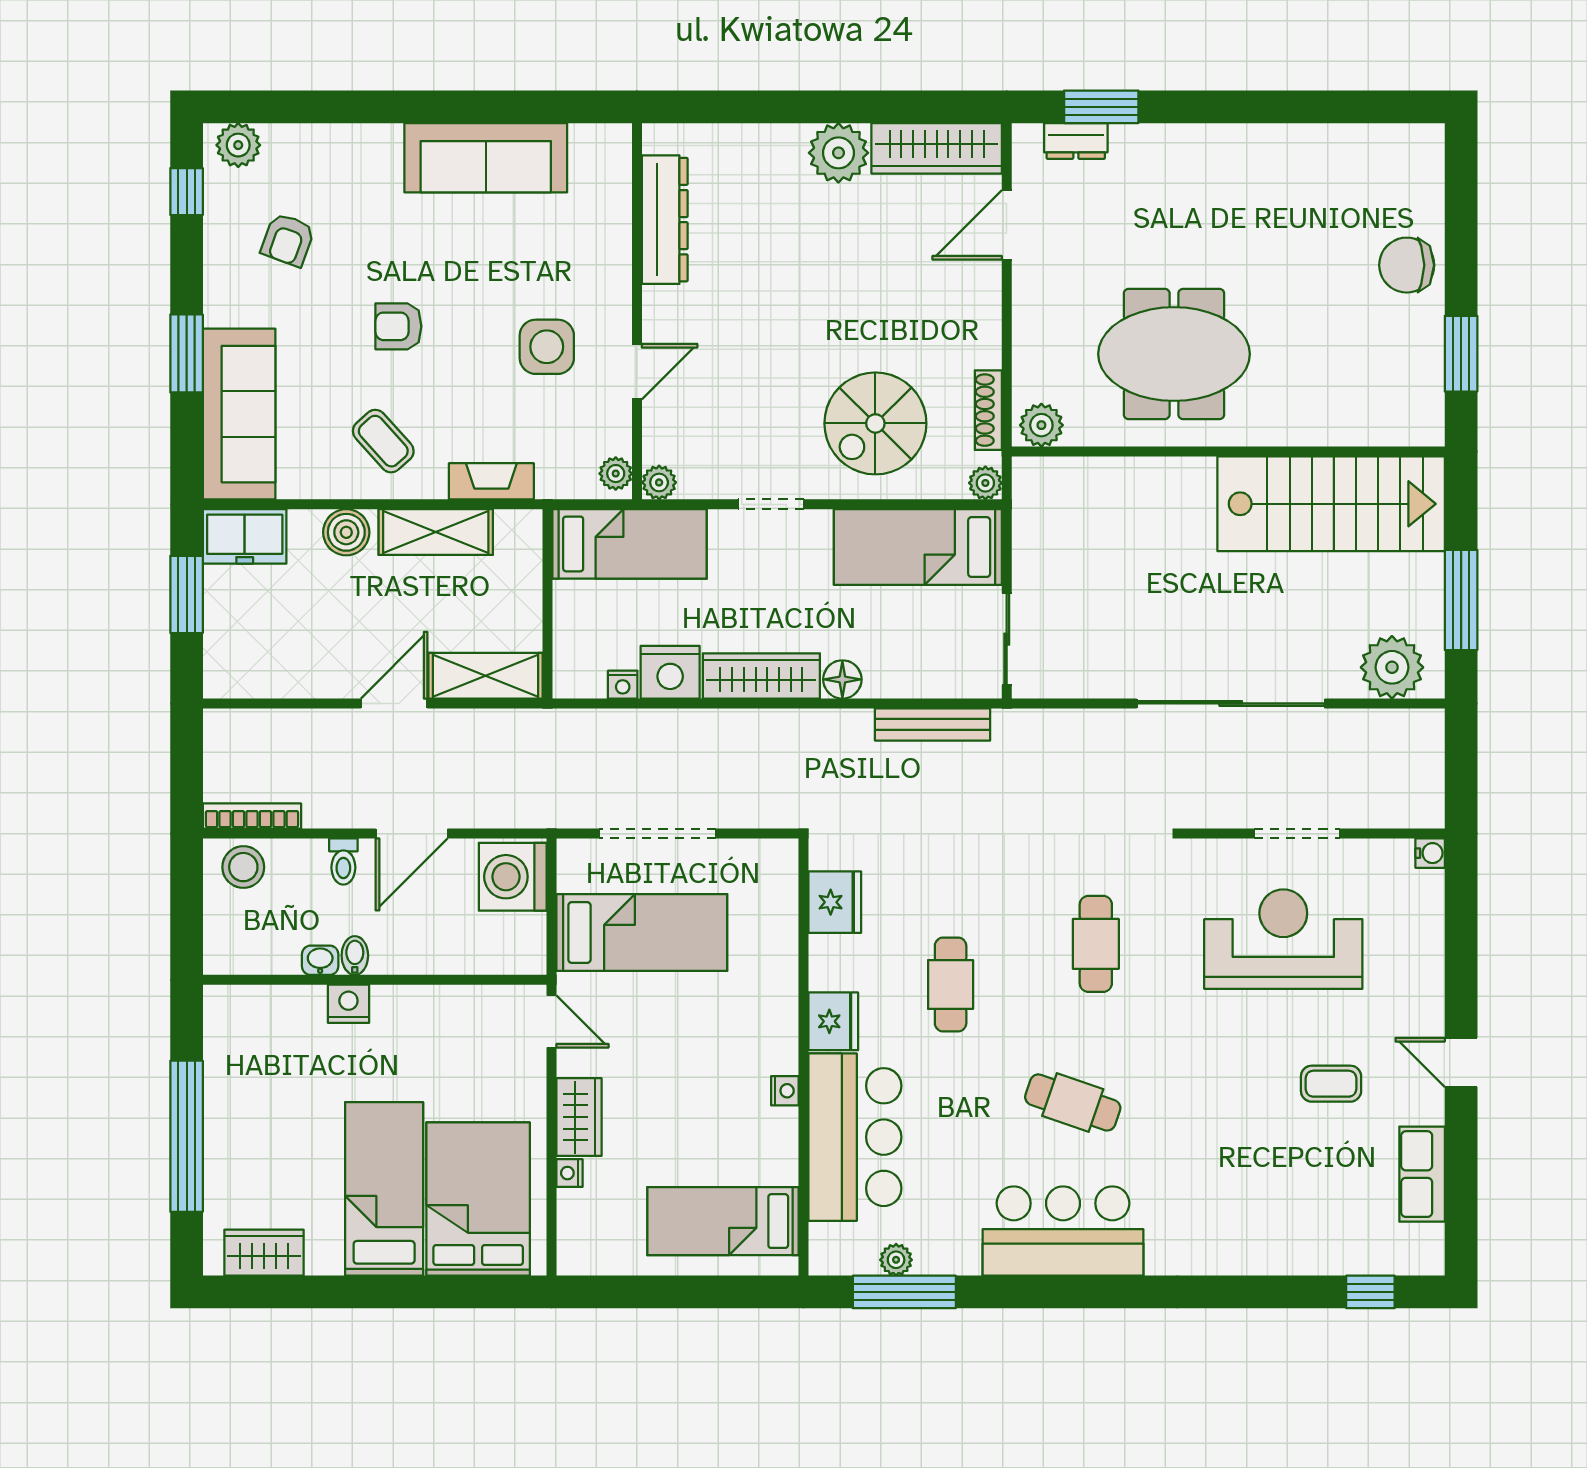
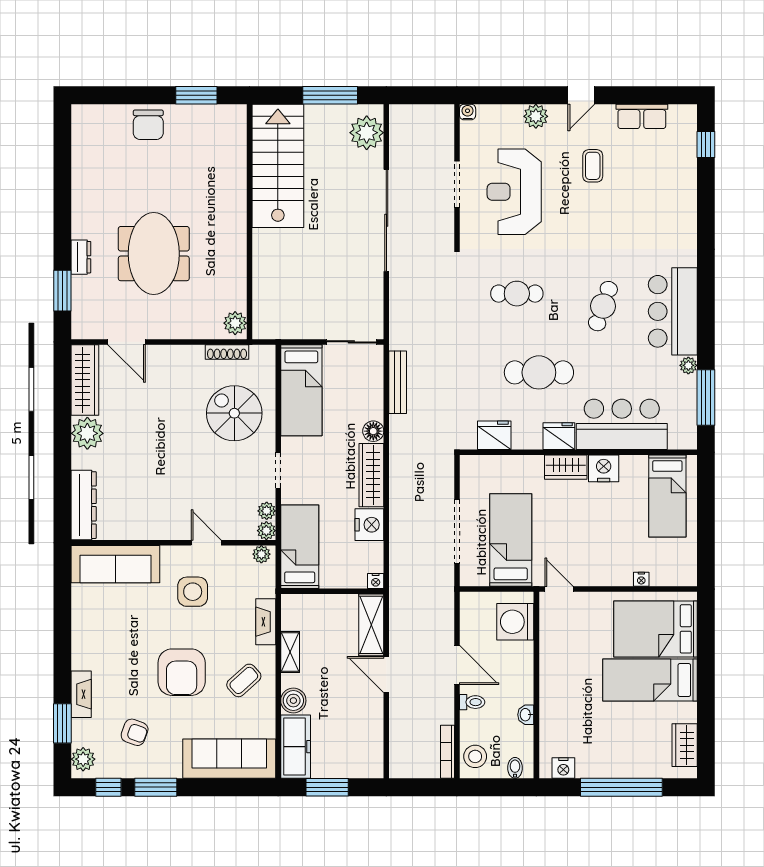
window: (304, 107) -> (62, 723), added
dresser: (1076, 141) -> (81, 257), moved
fireplace: (358, 142) -> (81, 694), added
sofa: (486, 158) -> (115, 564), moved, turned 90
dresser: (665, 220) -> (84, 505), moved, turned 90
armchair: (398, 326) -> (182, 672), width x1.88, depth x1.88
window: (187, 353) -> (156, 787), moved
meeting table: (1174, 354) -> (154, 254), moved
spiral stairs: (875, 423) -> (234, 413), turned 180
plant: (985, 483) -> (267, 511), moved
shelving: (436, 532) -> (290, 652), width x0.67, depth x0.75
freezer: (245, 536) -> (296, 747), width x1.40
nightstand: (623, 685) -> (376, 581), moved, turned 90
washing machine: (513, 877) -> (515, 622), moved, turned 90
bidet: (355, 956) -> (515, 768), moved, turned 90
plant: (1422, 979) -> (536, 116), added
cafe table: (951, 985) -> (539, 372), width x1.37, depth x1.35
nightstand: (348, 1004) -> (563, 768), moved, turned -90
door: (552, 1021) -> (559, 589), hinge flipped
nightstand: (785, 1091) -> (604, 468), width x1.89, depth x1.79
wardrobe: (579, 1117) -> (566, 467), moved, turned 180
plant: (896, 1260) -> (688, 365), moved

